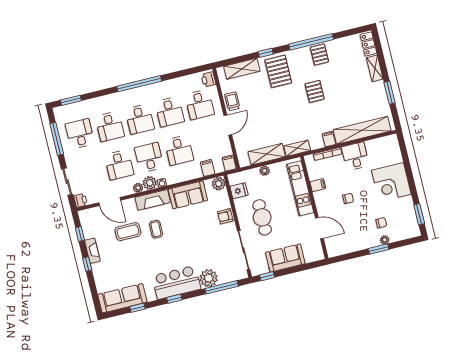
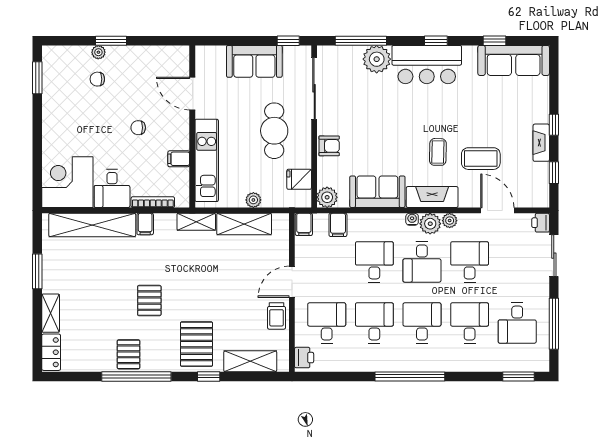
corner desk: (391, 182) -> (67, 182), moved, turned -90

